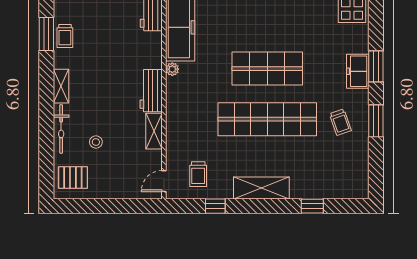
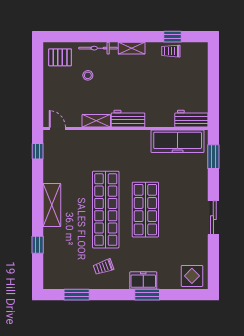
window: (46, 34) -> (172, 37), width x0.67
plant: (172, 69) -> (145, 135), removed
window: (376, 121) -> (77, 295), moved
trolley: (198, 174) -> (63, 155), removed
pallet: (73, 177) -> (60, 57), turned 90
window: (215, 206) -> (38, 151), moved

